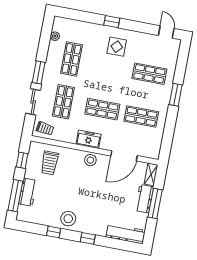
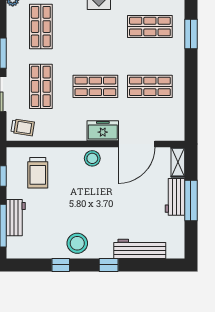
window: (176, 95) -> (191, 34), moved
freezer: (89, 139) -> (103, 131), moved
workbench: (126, 234) -> (140, 249), moved

